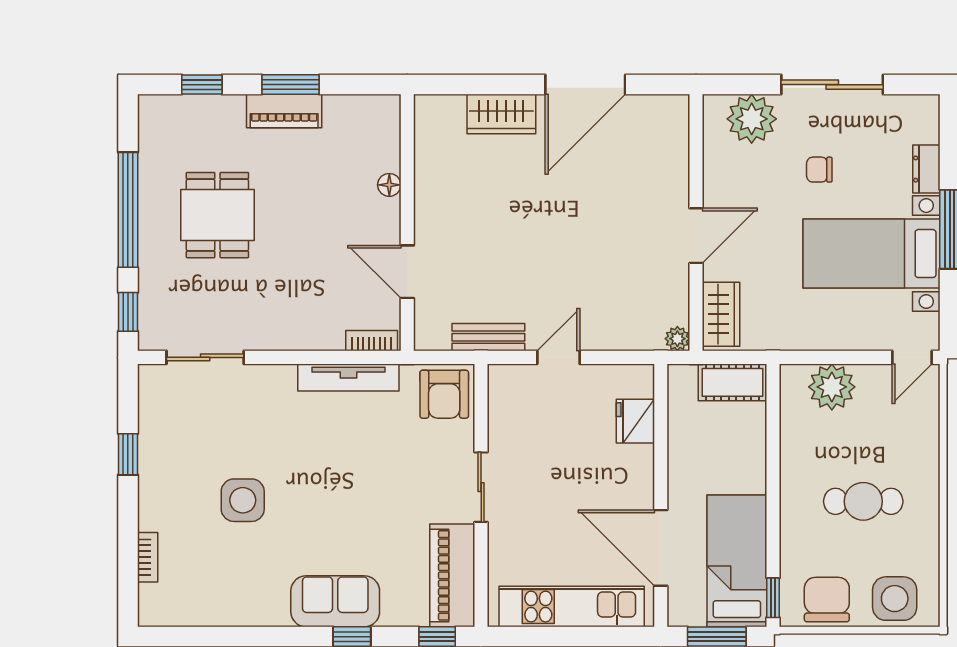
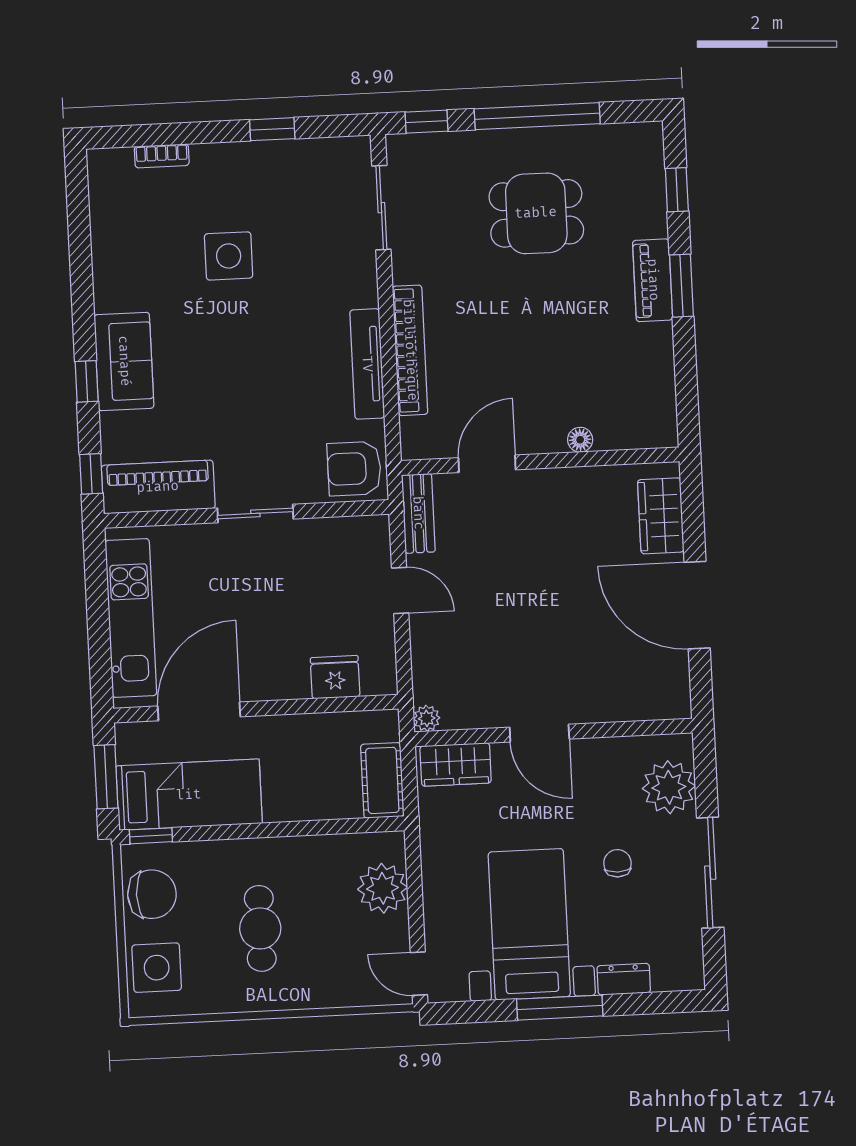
floor lamp: (389, 185) -> (580, 440), moved
wall: (407, 223) -> (540, 461), moved
door: (407, 272) -> (487, 464), moved
bookcase: (372, 341) -> (410, 350), width x2.31, depth x1.31

